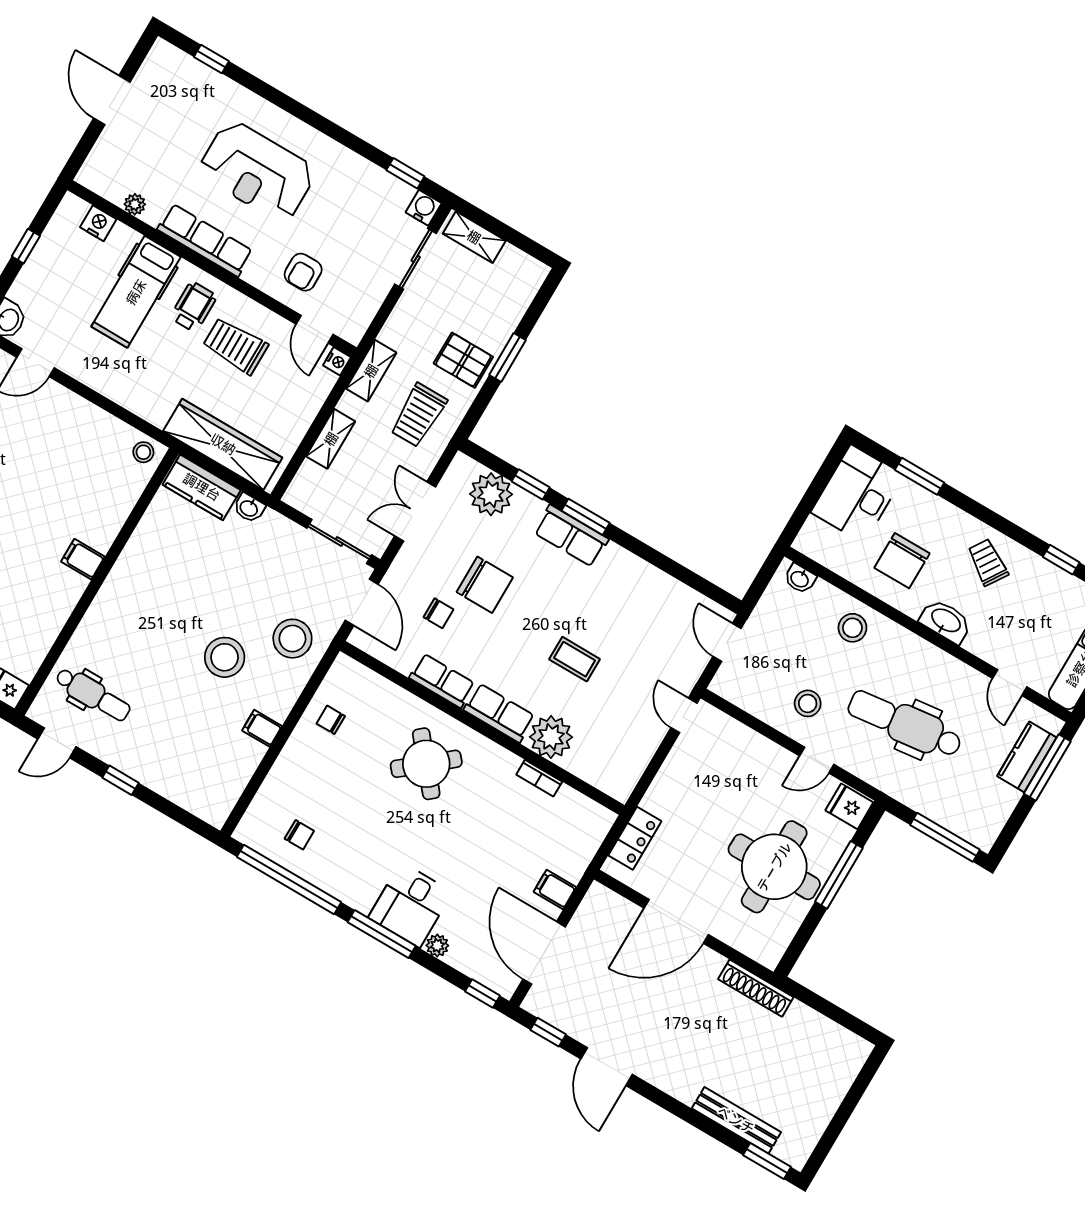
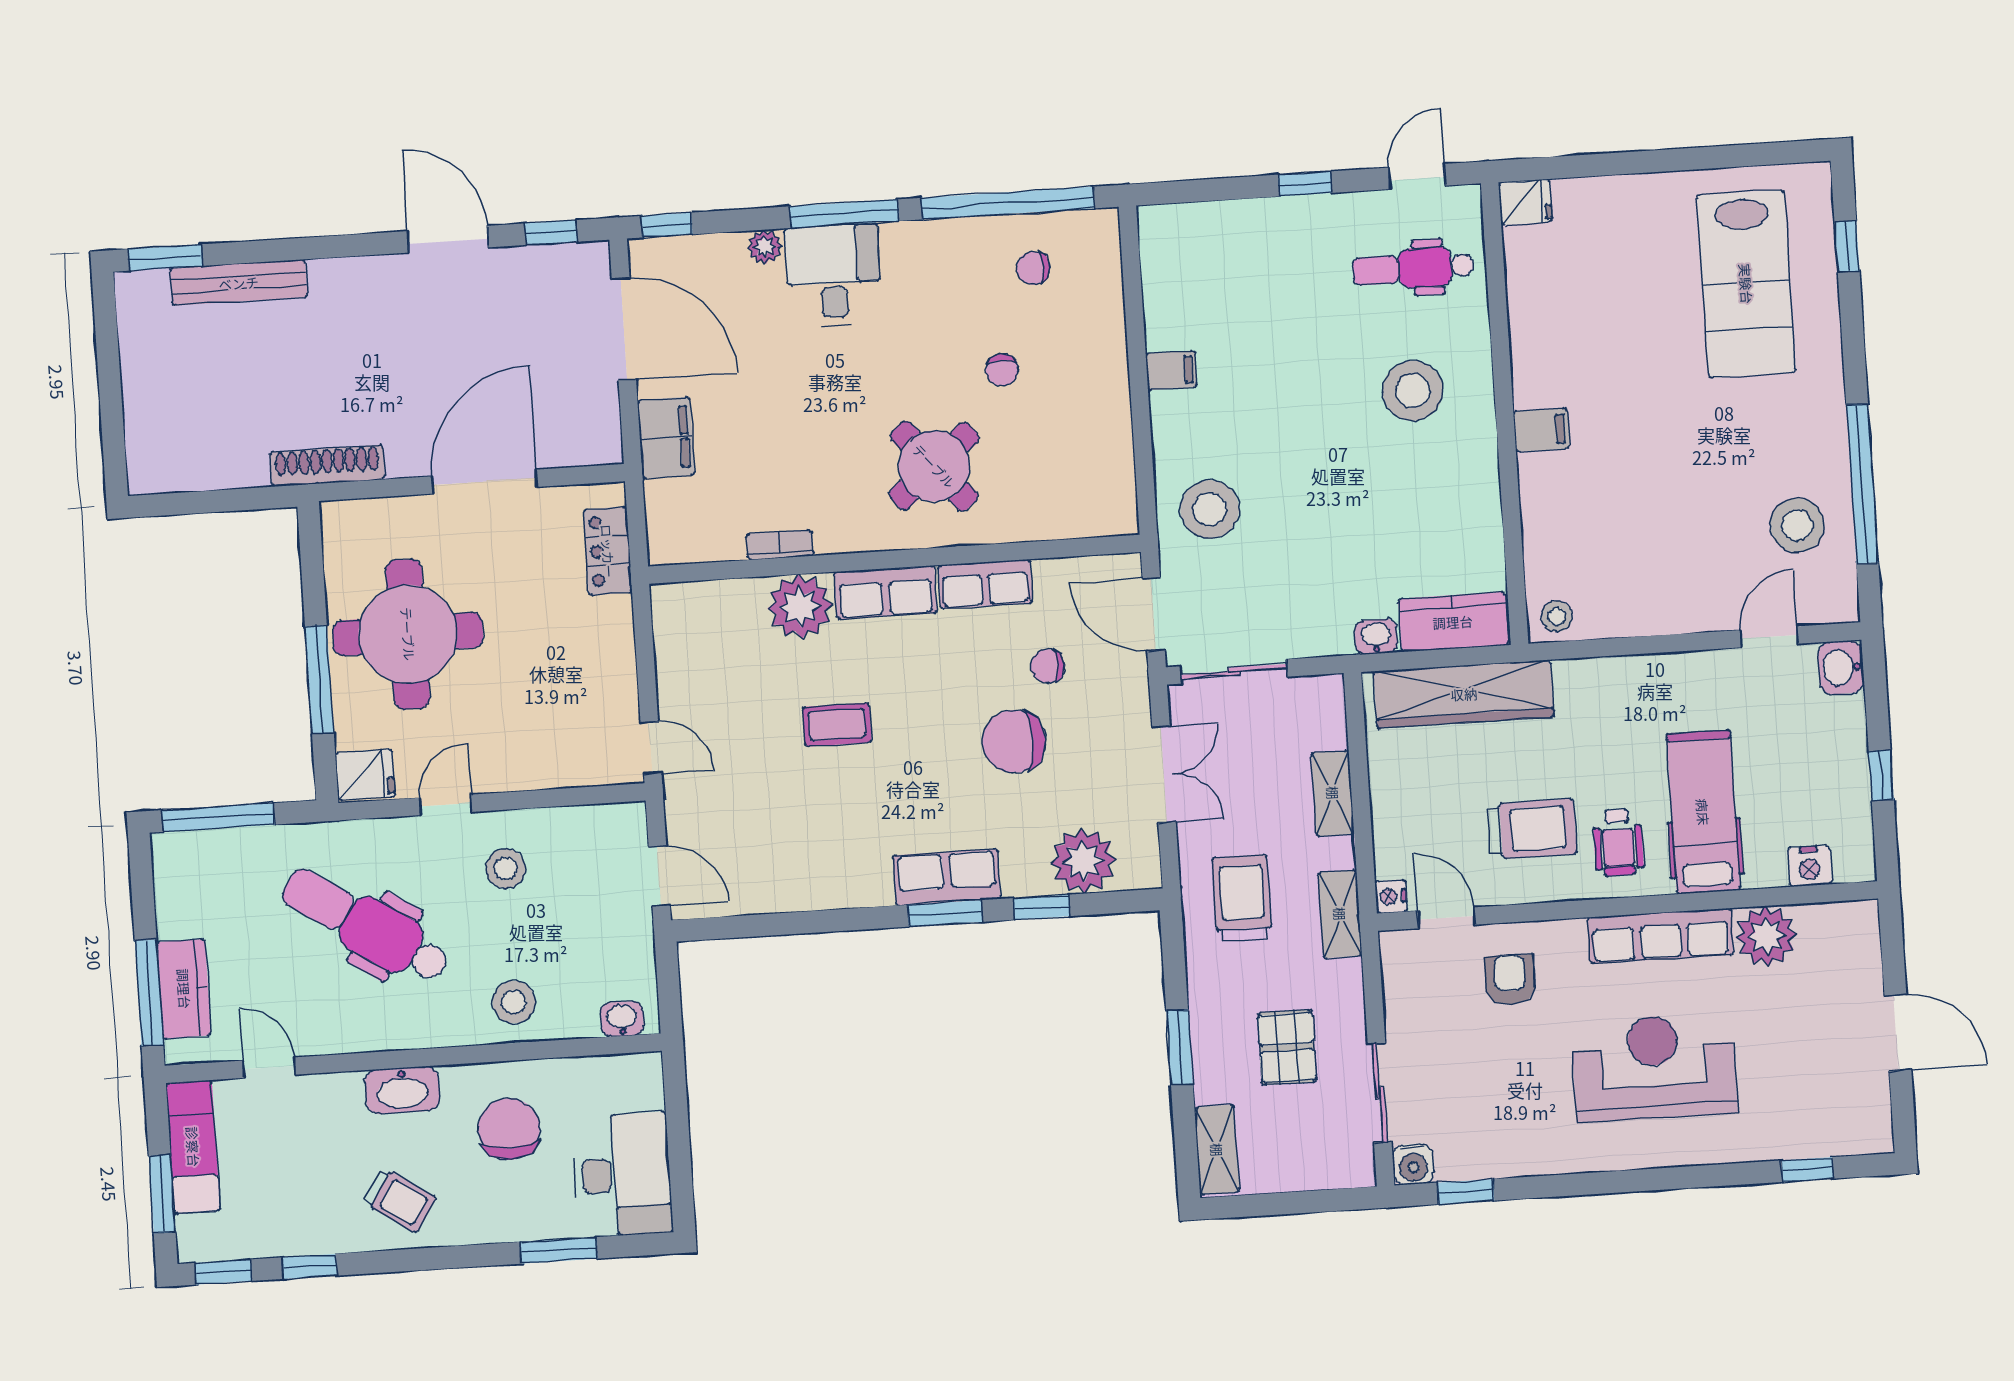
plant: (135, 204) -> (1767, 936), width x1.87, depth x1.87
shelving: (474, 237) -> (1217, 1150), moved, turned 90
pallet: (463, 360) -> (1287, 1047), moved, turned 90
stool: (225, 657) -> (1413, 391), moved
chair: (331, 720) -> (1002, 370), moved, turned 90
dental chair: (905, 724) -> (366, 926), turned -140
filing cabinet: (555, 889) -> (666, 438), width x2.00

